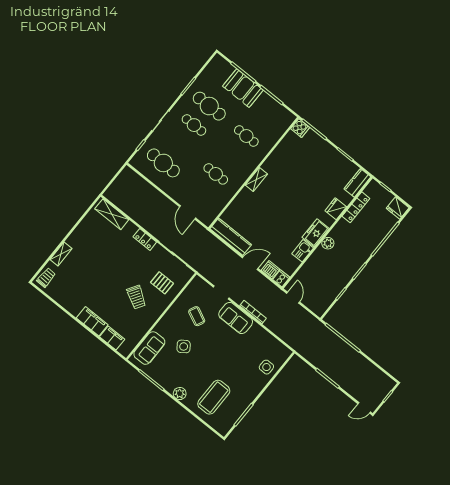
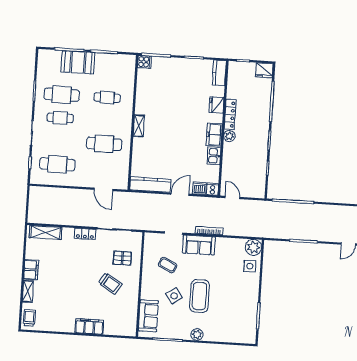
cafe table: (216, 174) -> (104, 144), width x1.37, depth x1.35
locker: (356, 207) -> (230, 114), moved
filing cabinet: (112, 338) -> (31, 270), moved, turned 90
plant: (281, 353) -> (253, 247), added
coffee table: (214, 397) -> (199, 296), moved

